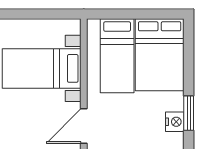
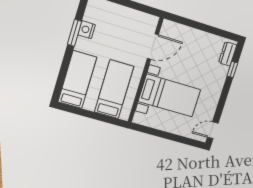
bed: (160, 55) -> (77, 80), width x0.67

